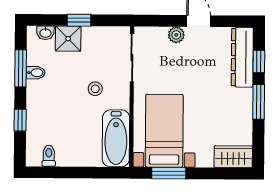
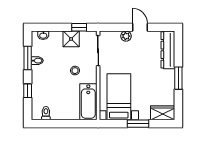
window: (79, 20) -> (79, 27), moved
shower: (68, 39) -> (71, 39), moved
window: (259, 61) -> (178, 53), removed
window: (169, 173) -> (138, 124), moved

